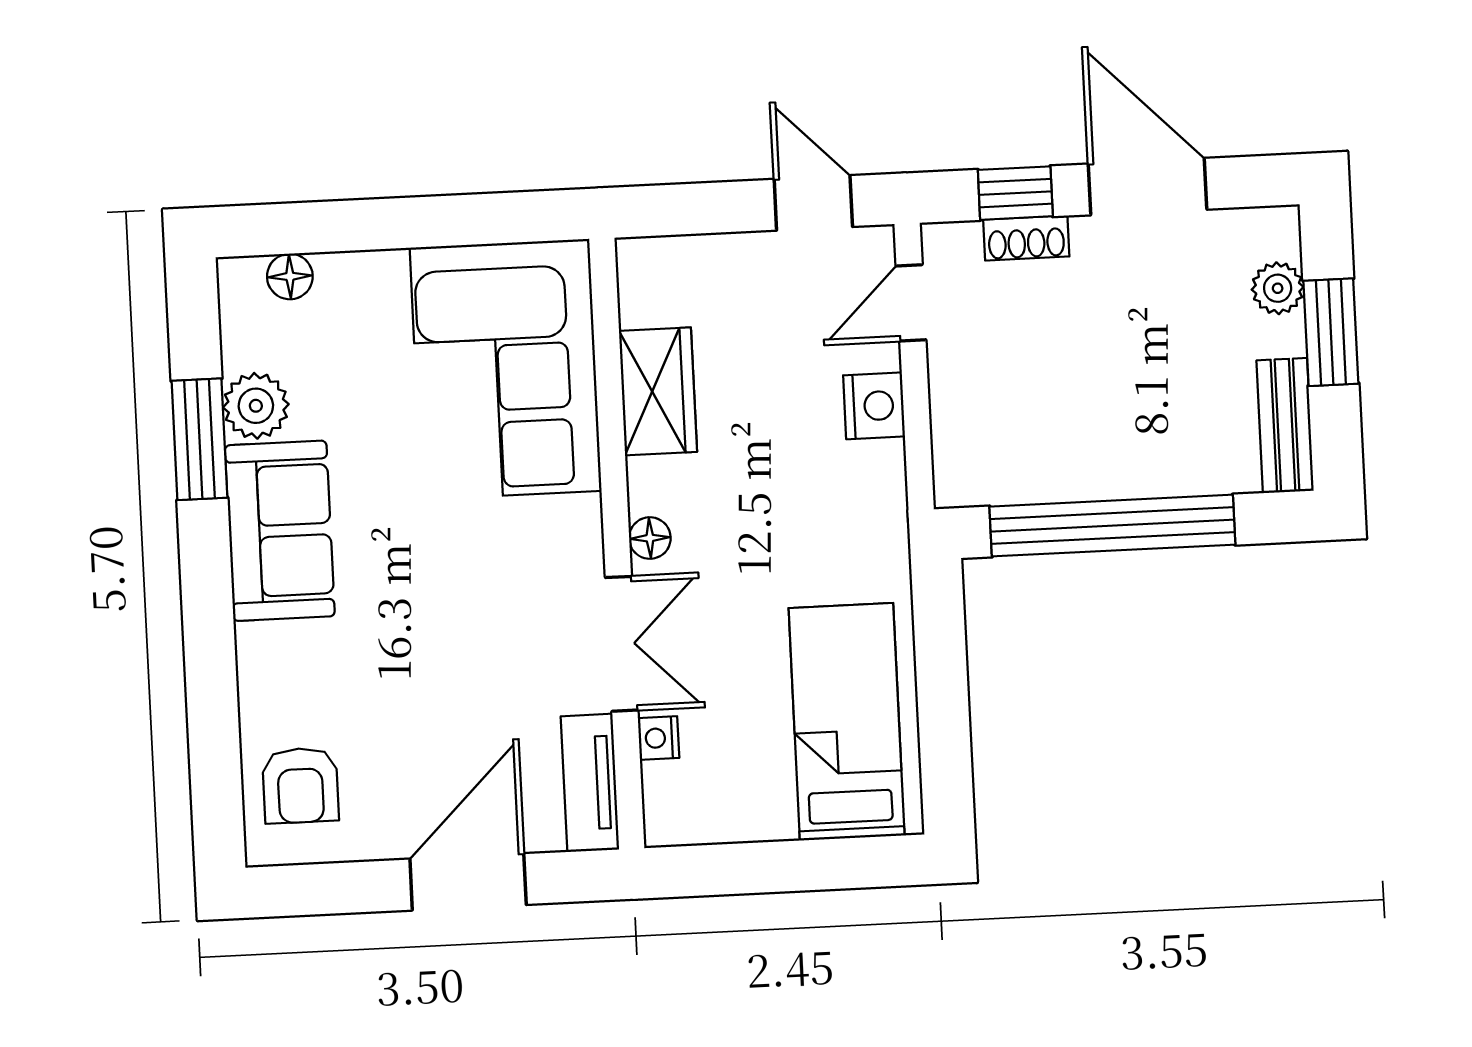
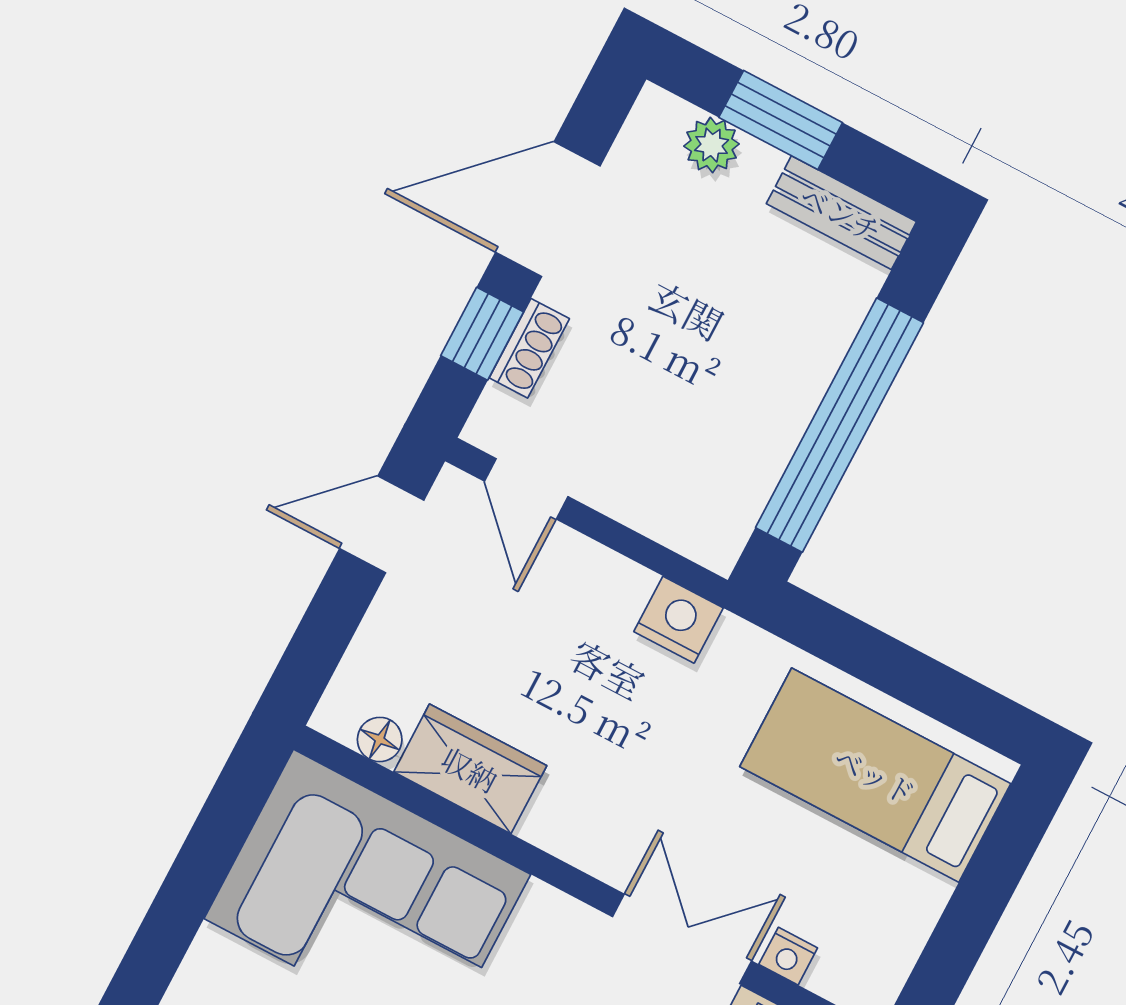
nightstand: (874, 406) -> (679, 620), moved
floor lamp: (650, 538) -> (380, 739), moved

